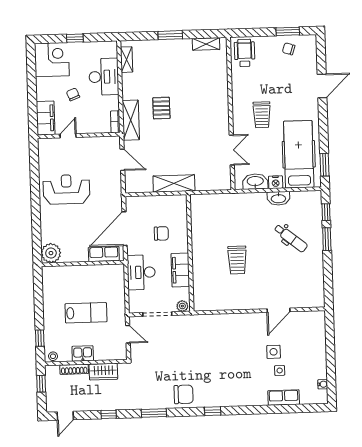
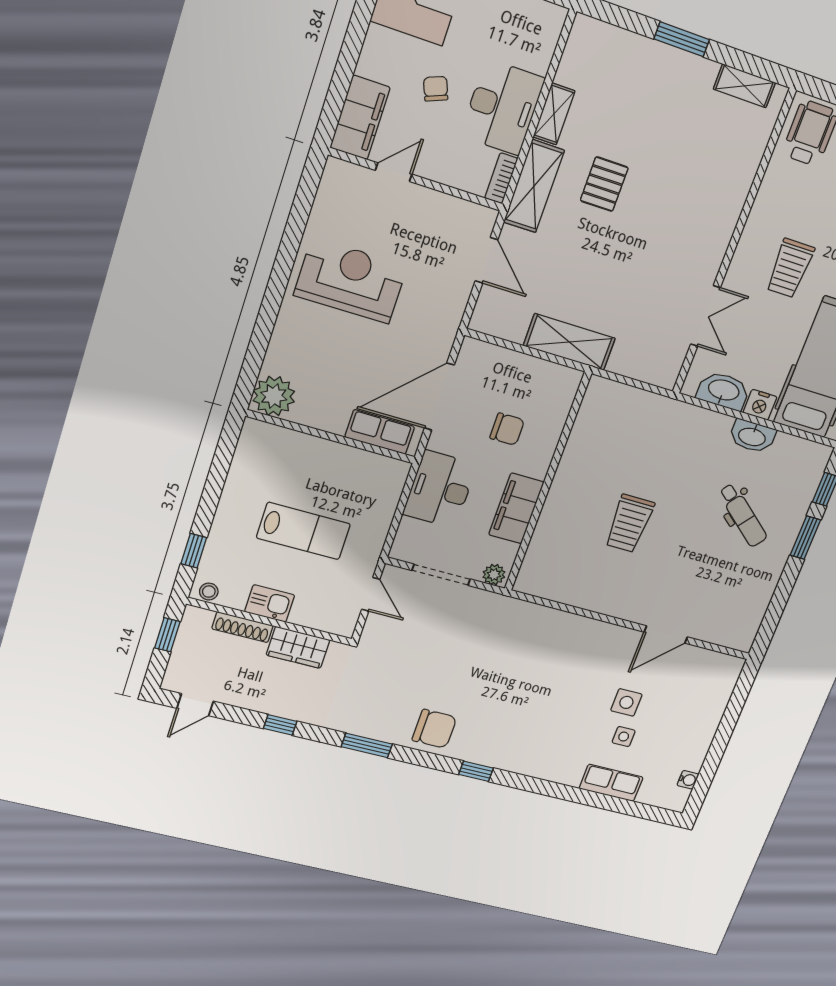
shelving: (127, 60) -> (554, 114), moved
desk: (104, 77) -> (502, 107), moved

